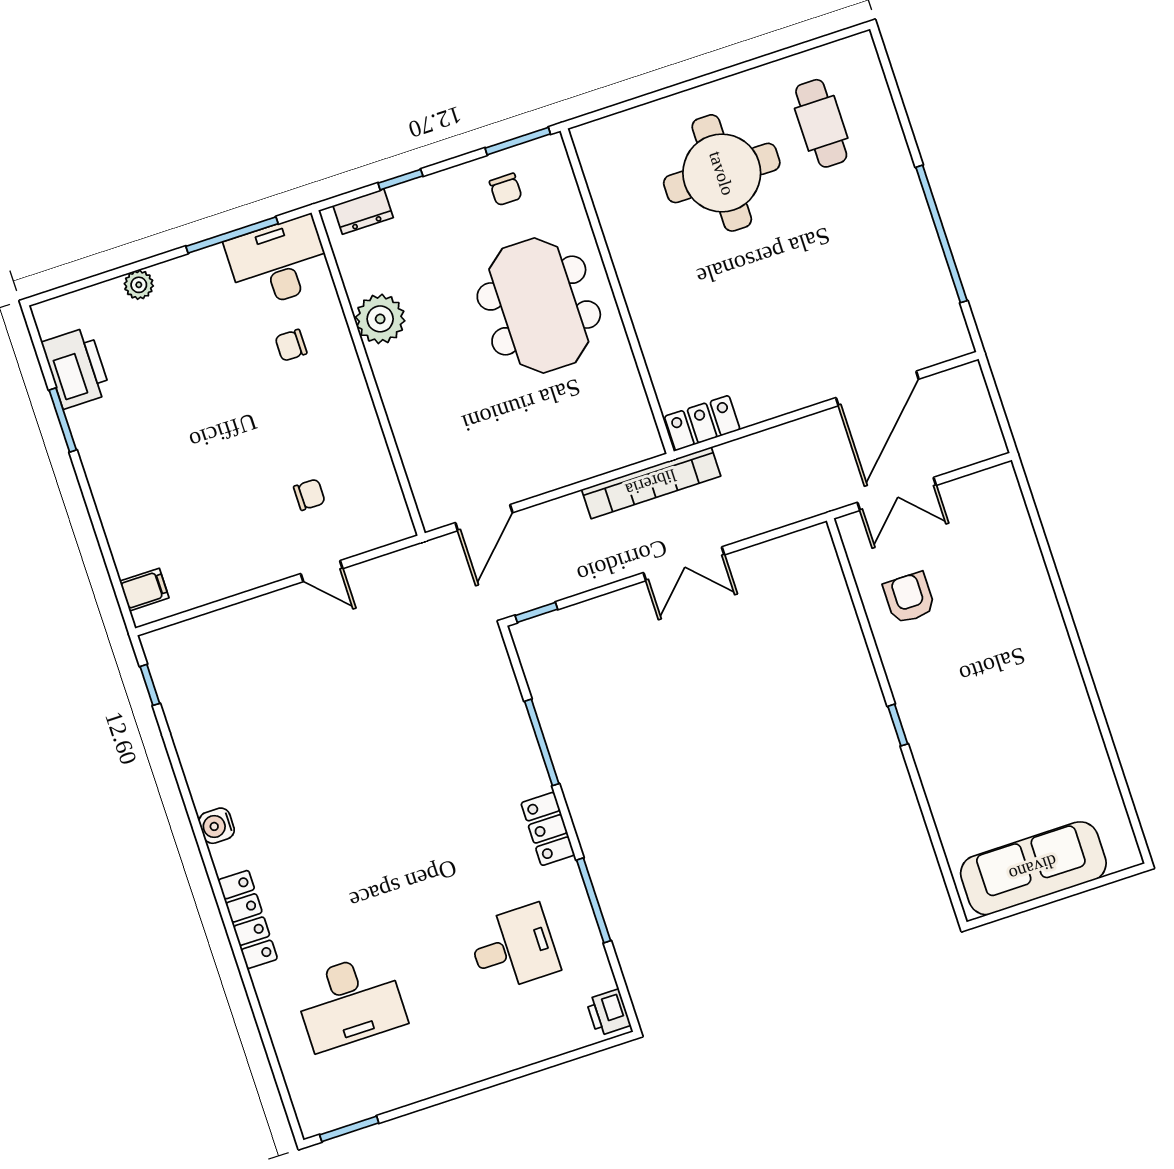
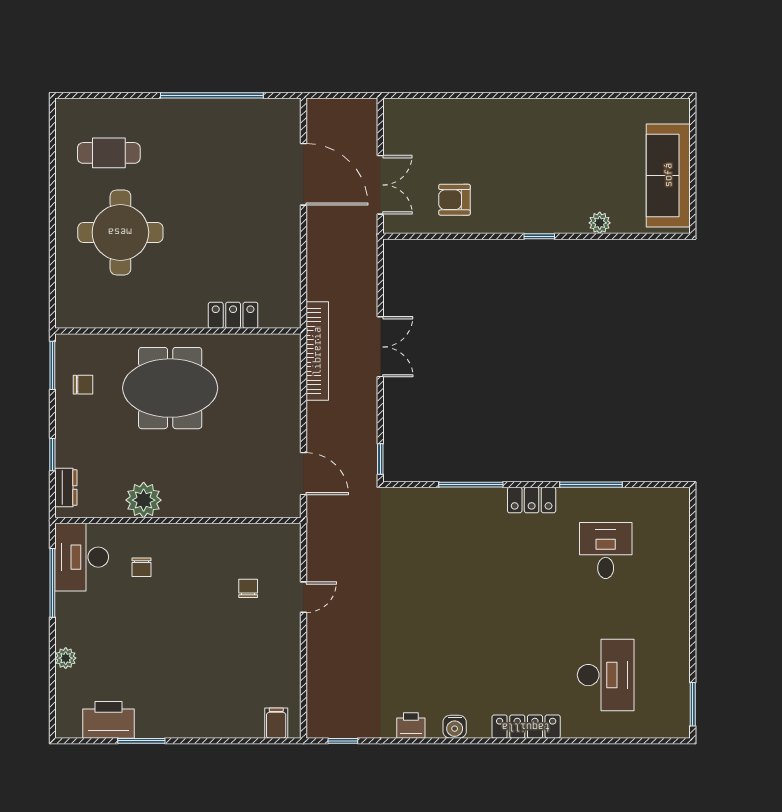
locker: (702, 423) -> (233, 315), moved, turned 90
plant: (941, 798) -> (600, 223), added
printer: (608, 1013) -> (411, 725), moved, turned 180

